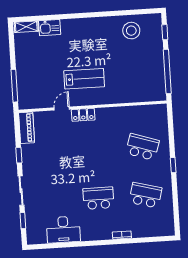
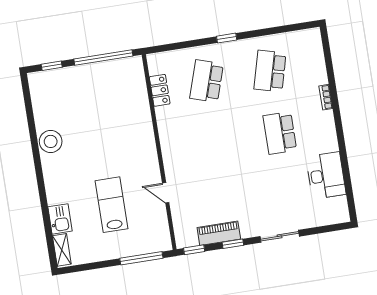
stool: (131, 31) -> (51, 141), moved
lab bench: (84, 79) -> (111, 205), moved
locker: (83, 115) -> (160, 90), moved
piano: (27, 128) -> (219, 233), moved
window: (23, 221) -> (194, 250), moved

